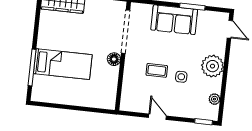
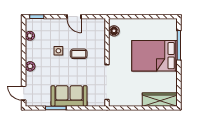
floor lamp: (114, 59) -> (114, 31), moved
bed: (63, 64) -> (155, 56), width x1.50
plant: (212, 66) -> (30, 66), width x0.53, depth x0.53

